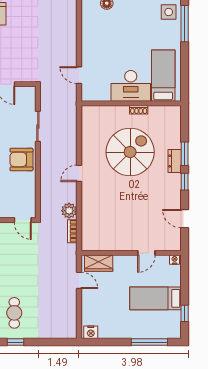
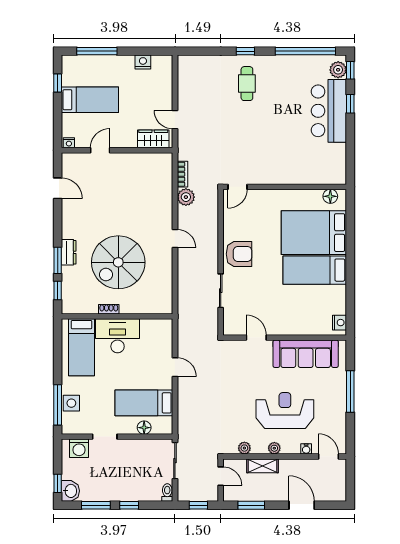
side table: (169, 12) -> (71, 403), moved
bed: (107, 25) -> (144, 403), added
door: (79, 75) -> (175, 367), moved
door: (79, 173) -> (175, 239), hinge flipped
window: (185, 182) -> (58, 290), moved
door: (23, 220) -> (238, 187), swing flipped
nightstand: (91, 332) -> (143, 62), moved

